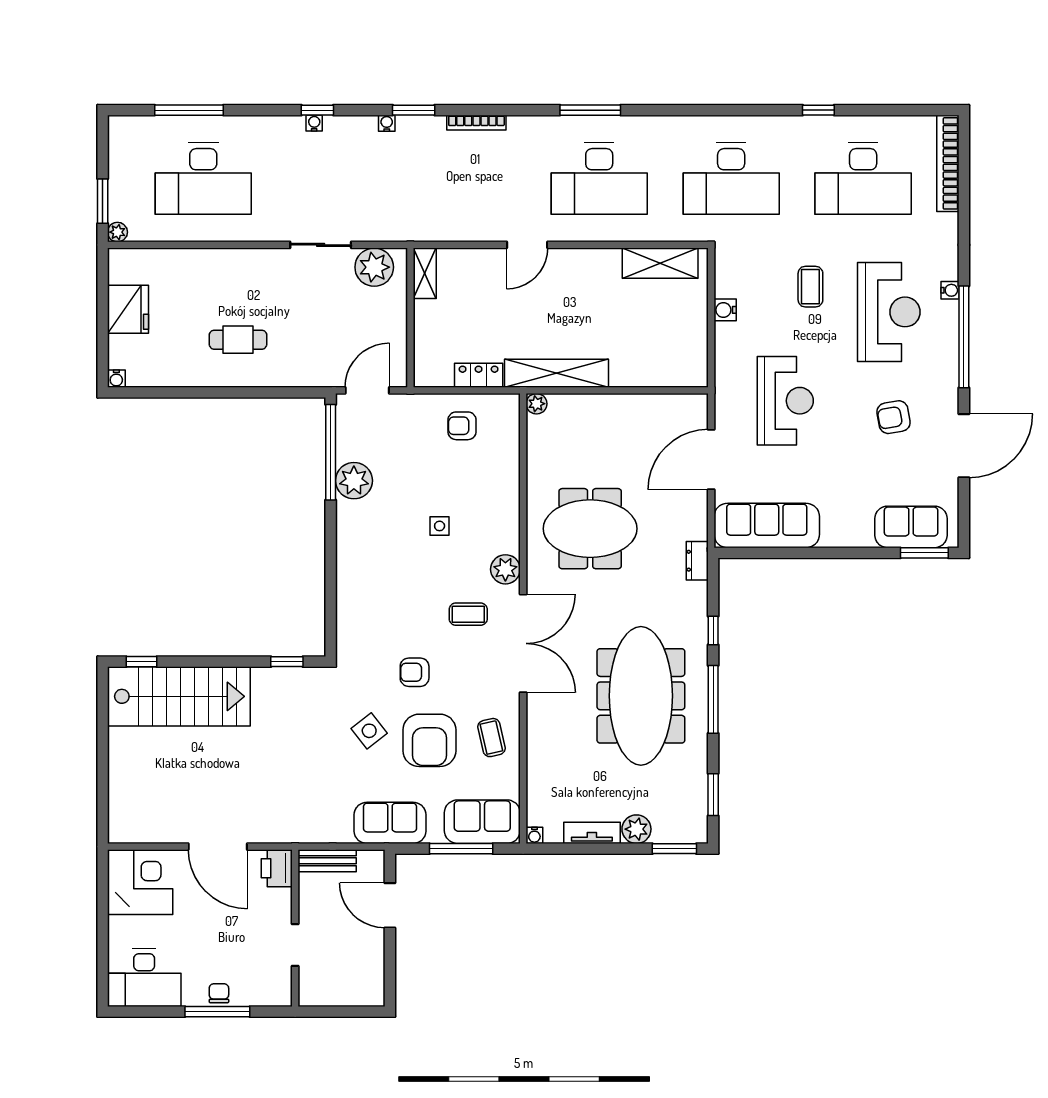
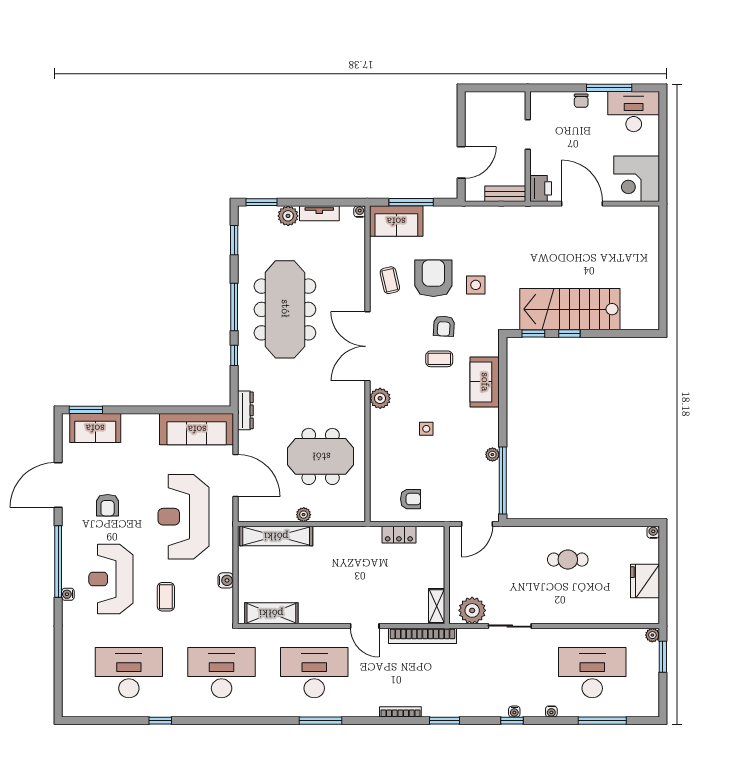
water cooler: (387, 123) -> (551, 711), moved
bookcase: (948, 163) -> (422, 636), moved, turned 90
door: (527, 245) -> (365, 626), swing flipped
shelving: (556, 373) -> (276, 536), moved
reception desk: (785, 401) -> (184, 517), width x1.36, depth x1.30
plant: (536, 404) -> (304, 515), moved
armchair: (894, 417) -> (108, 505), turned 100
door: (711, 459) -> (236, 475), hinge flipped
plant: (354, 481) -> (492, 455), width x0.53, depth x0.53
meeting table: (590, 529) -> (321, 456), moved
dresser: (697, 561) -> (245, 410), width x1.44
coffee table: (468, 614) -> (439, 359), moved
window: (142, 662) -> (569, 334), moved
armchair: (415, 672) -> (444, 326), turned 93
stairs: (179, 696) -> (570, 309), moved
side table: (369, 731) -> (476, 285), turned 38
sofa: (390, 823) -> (485, 382), moved, turned 90
door: (390, 905) -> (461, 162), hinge flipped
window: (217, 1012) -> (609, 88), moved

